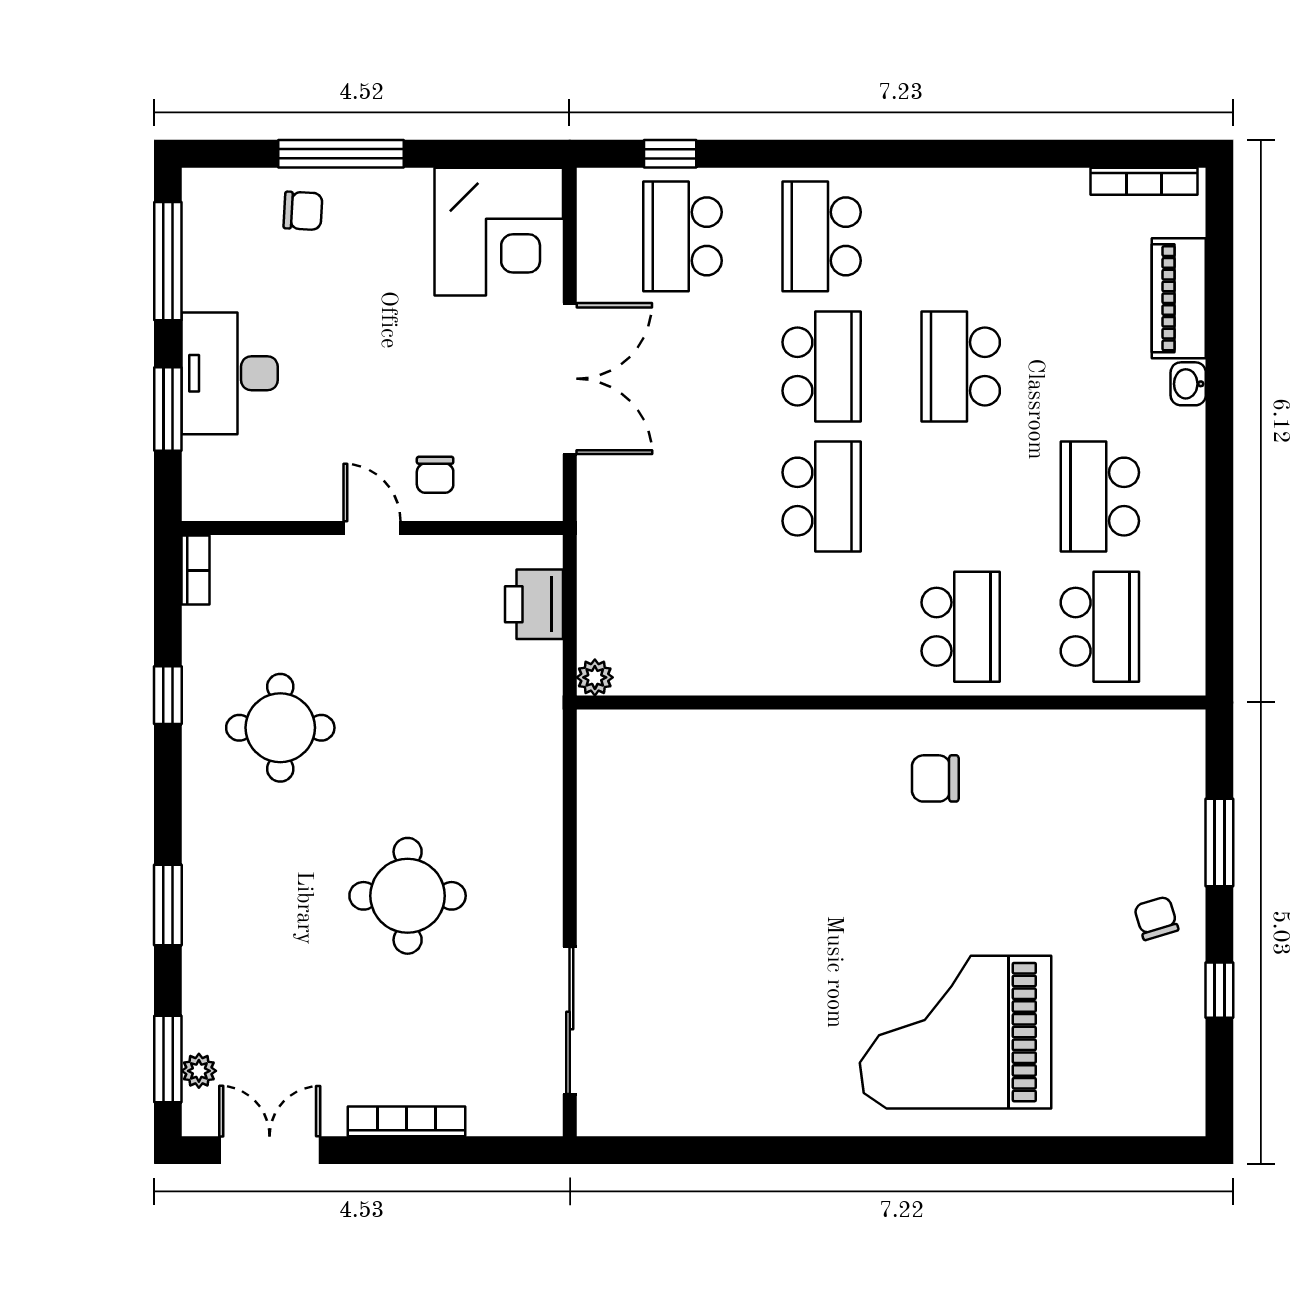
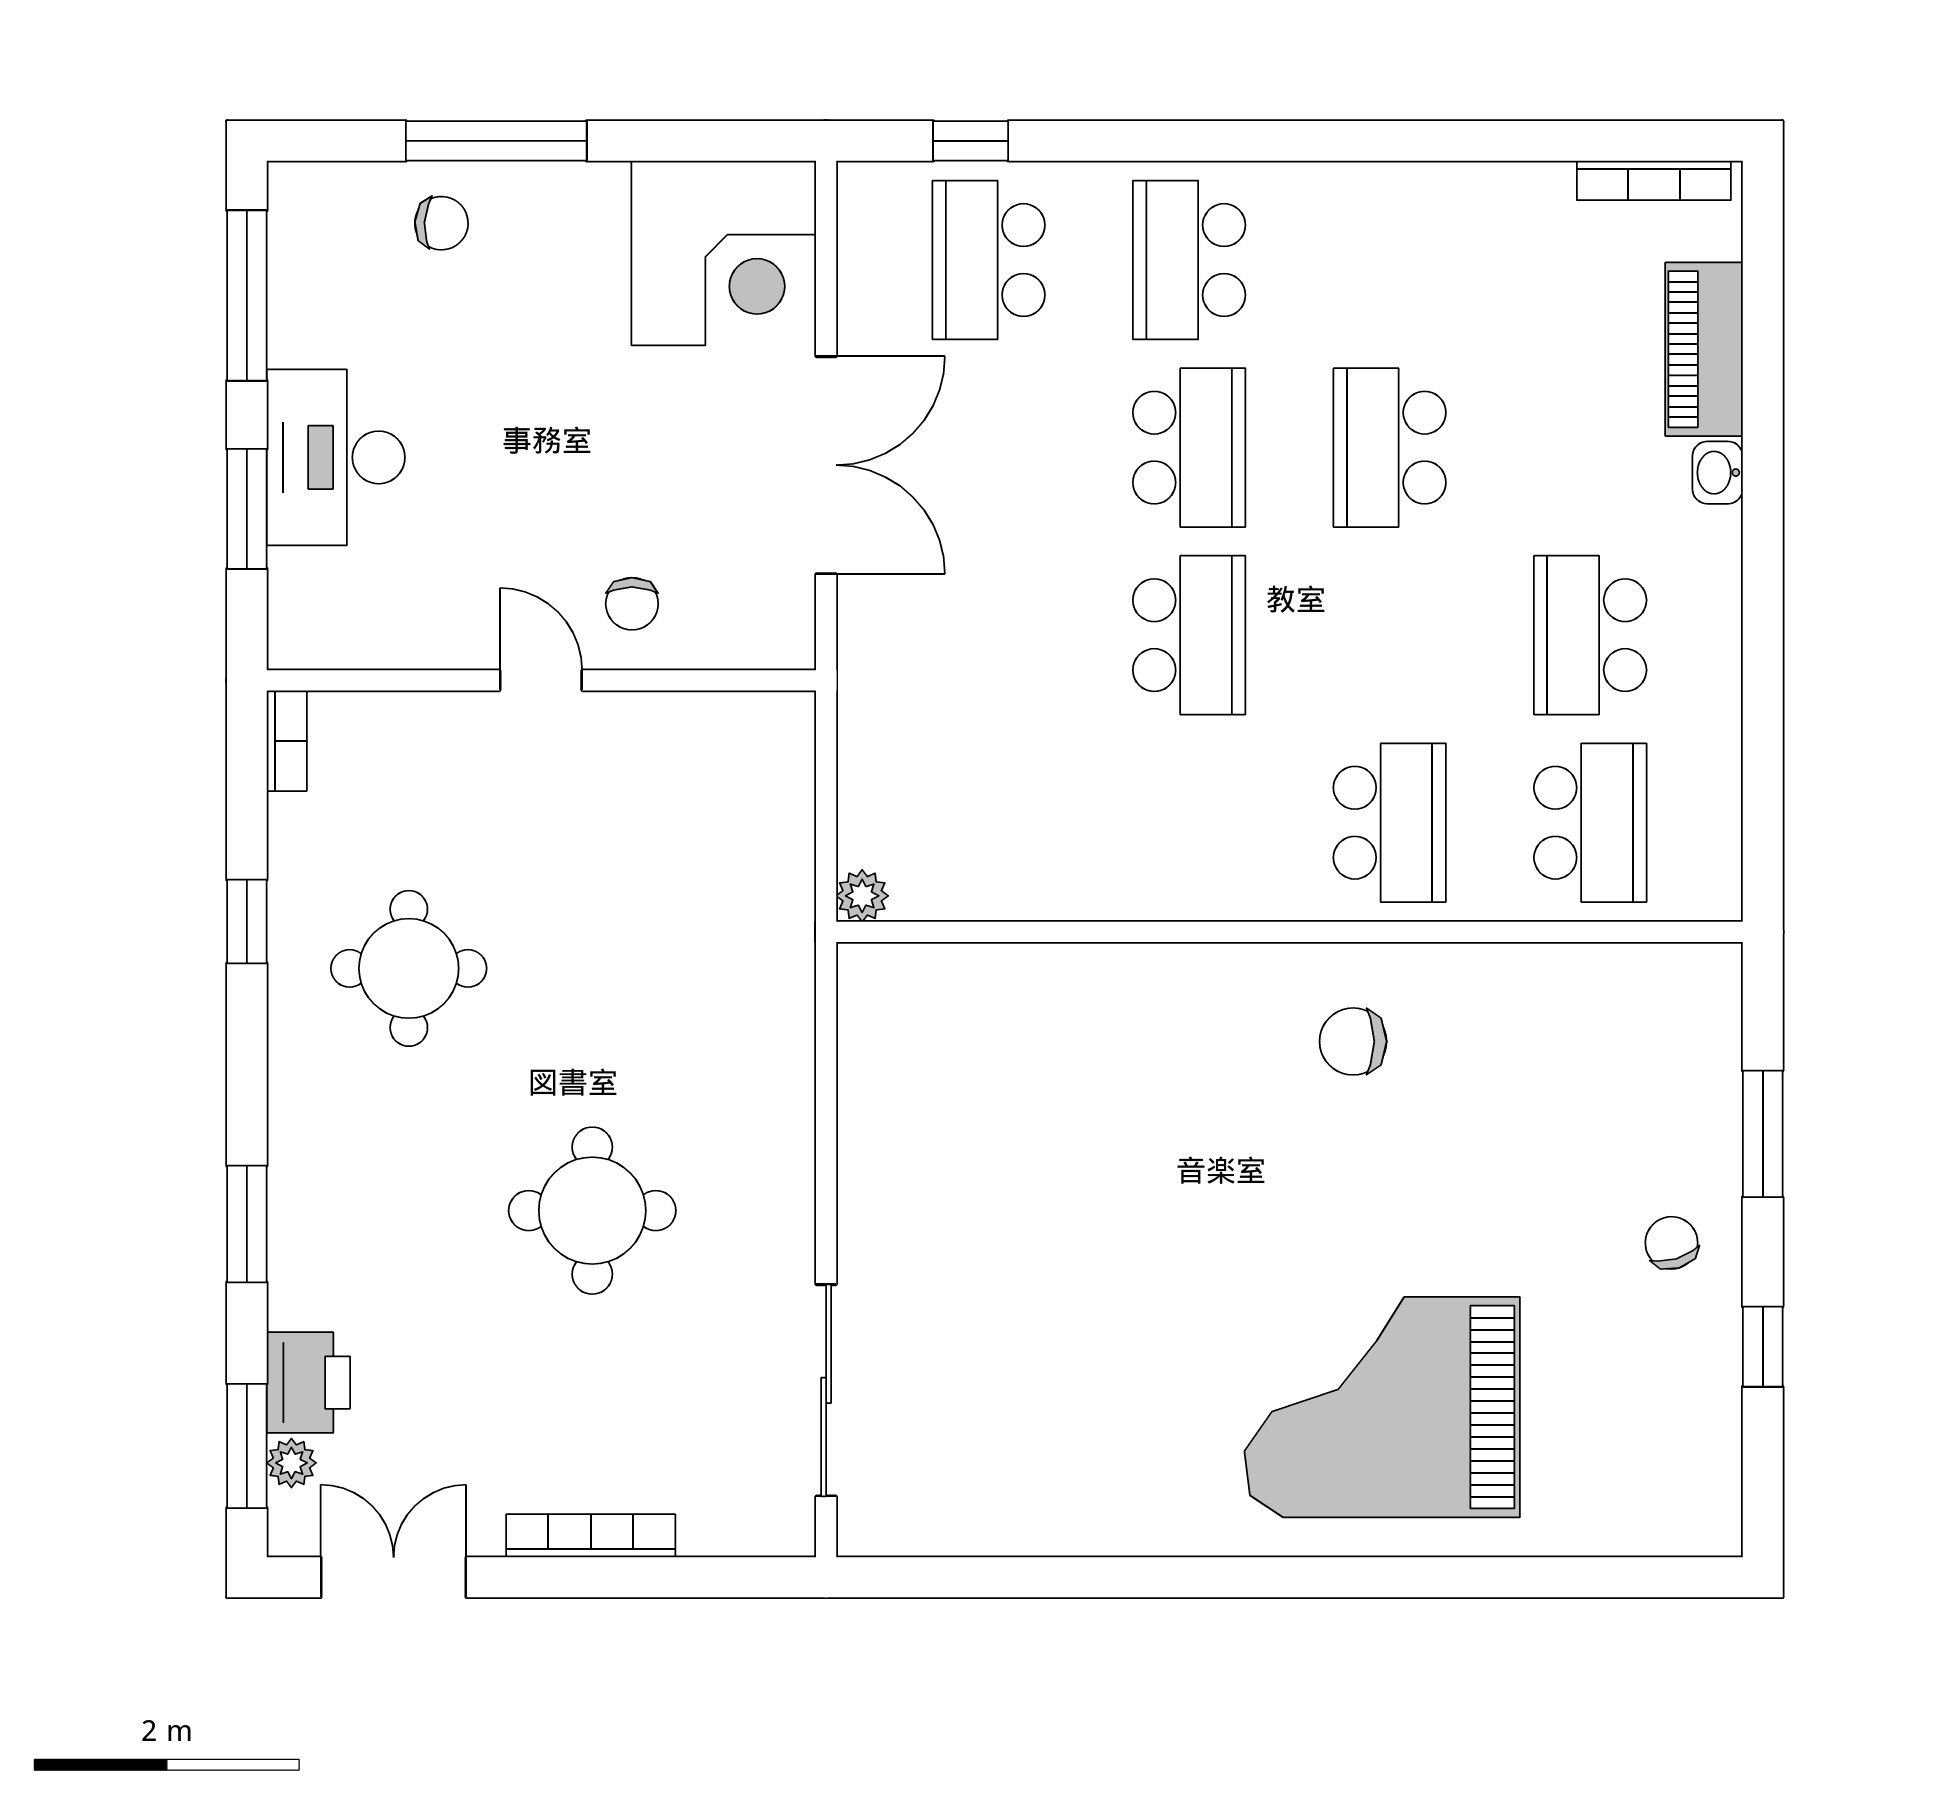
printer: (534, 604) -> (308, 1383), moved, turned 180

